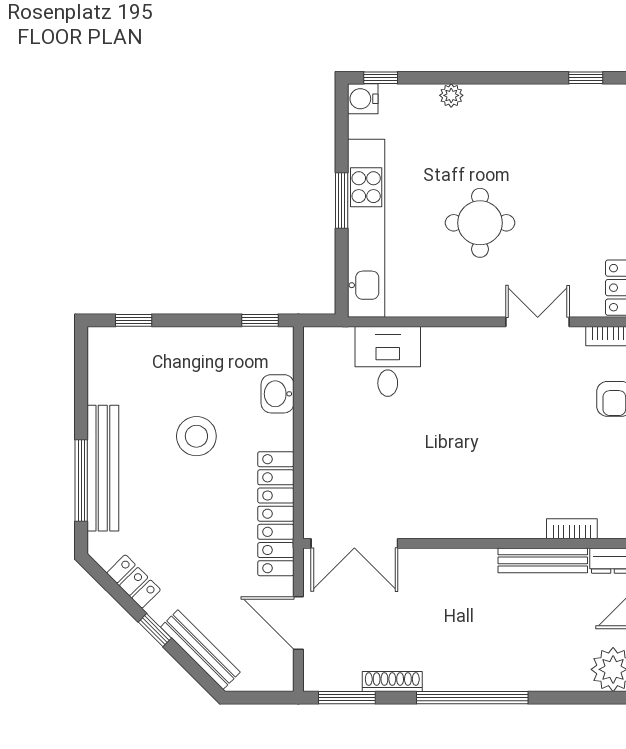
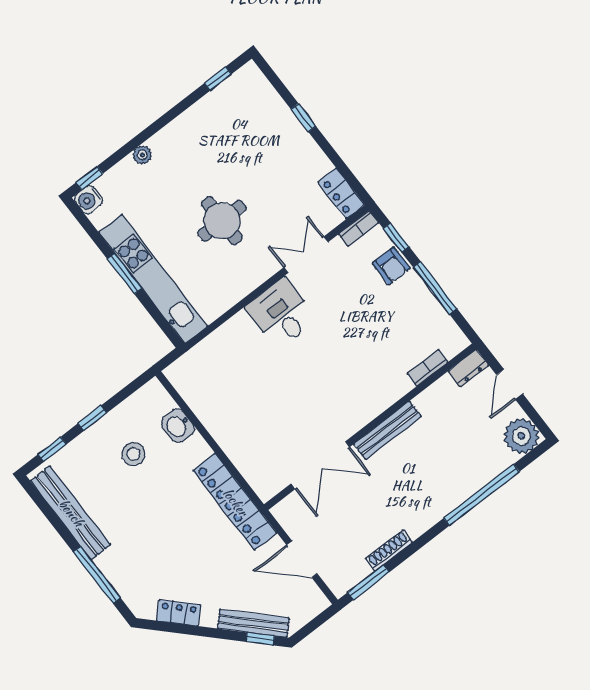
window: (260, 320) -> (92, 418), moved
desk: (388, 361) -> (281, 313), moved
stool: (196, 436) -> (133, 454), moved, width x0.73, depth x0.73
bench: (103, 468) -> (71, 513), moved
double door: (354, 543) -> (320, 465), moved
bench: (543, 560) -> (387, 430), moved
window: (155, 630) -> (260, 639), moved
window: (472, 698) -> (482, 495), moved

